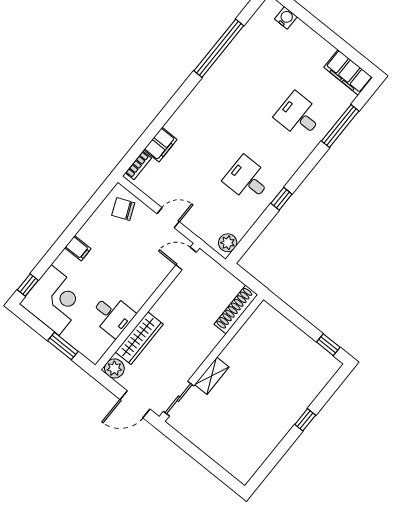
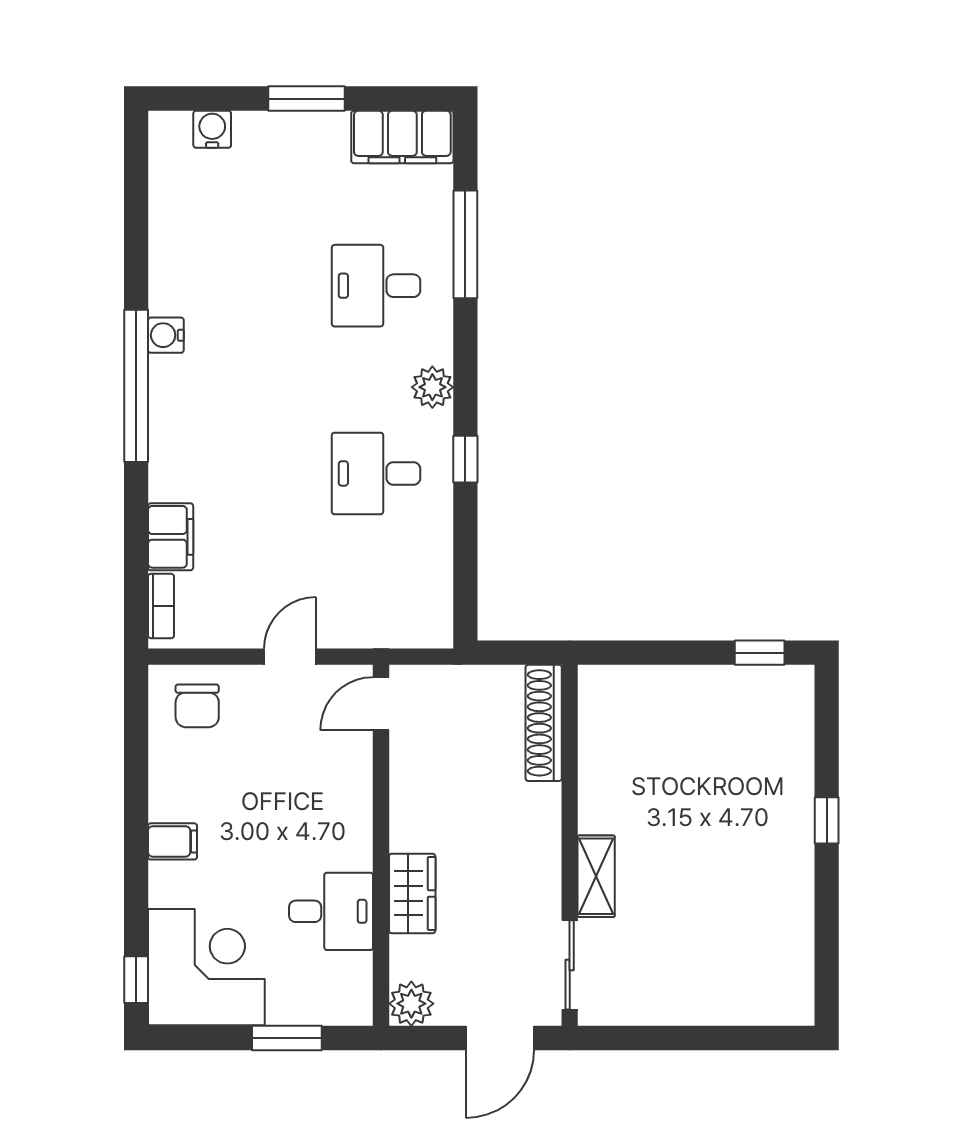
window: (326, 33) -> (307, 99), added
window: (219, 48) -> (136, 386), moved
water cooler: (214, 75) -> (166, 335), added
chair: (123, 209) -> (197, 706), turned -67
plant: (228, 243) -> (432, 387), moved
wardrobe: (139, 338) -> (412, 893), width x0.67

